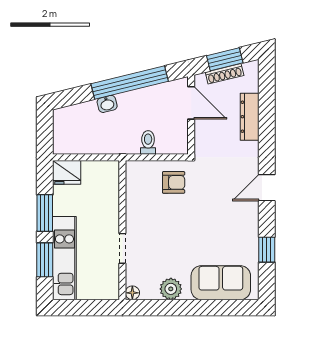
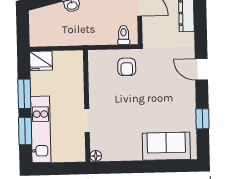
toilet: (148, 142) -> (124, 35), moved
armchair: (174, 182) -> (127, 67), turned 90
door: (267, 188) -> (201, 69), hinge flipped
plant: (171, 289) -> (126, 152), removed

